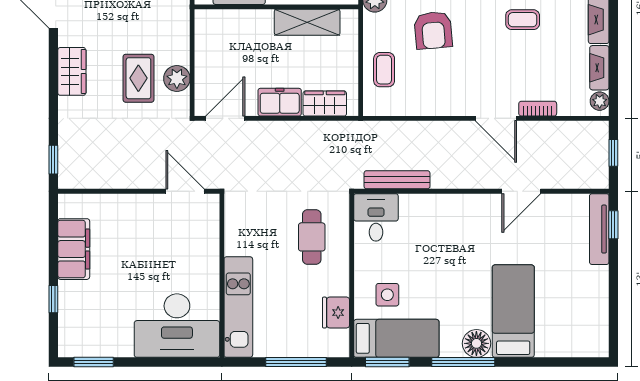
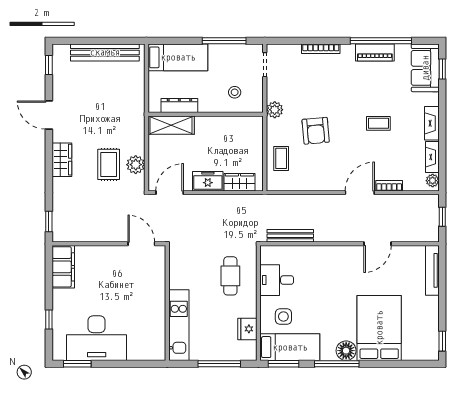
shelving: (307, 22) -> (171, 125), moved
door: (496, 118) -> (360, 193), swing flipped
desk: (376, 217) -> (277, 280), moved, turned -90
window: (613, 225) -> (442, 341), moved
filing cabinet: (74, 249) -> (63, 267), moved
bed: (513, 311) -> (379, 328), width x1.50
desk: (177, 326) -> (97, 338), moved

